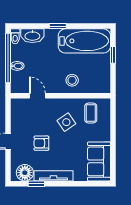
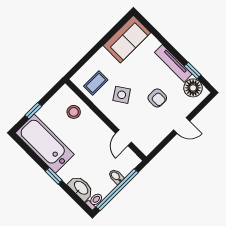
stool: (72, 80) -> (74, 112), moved

